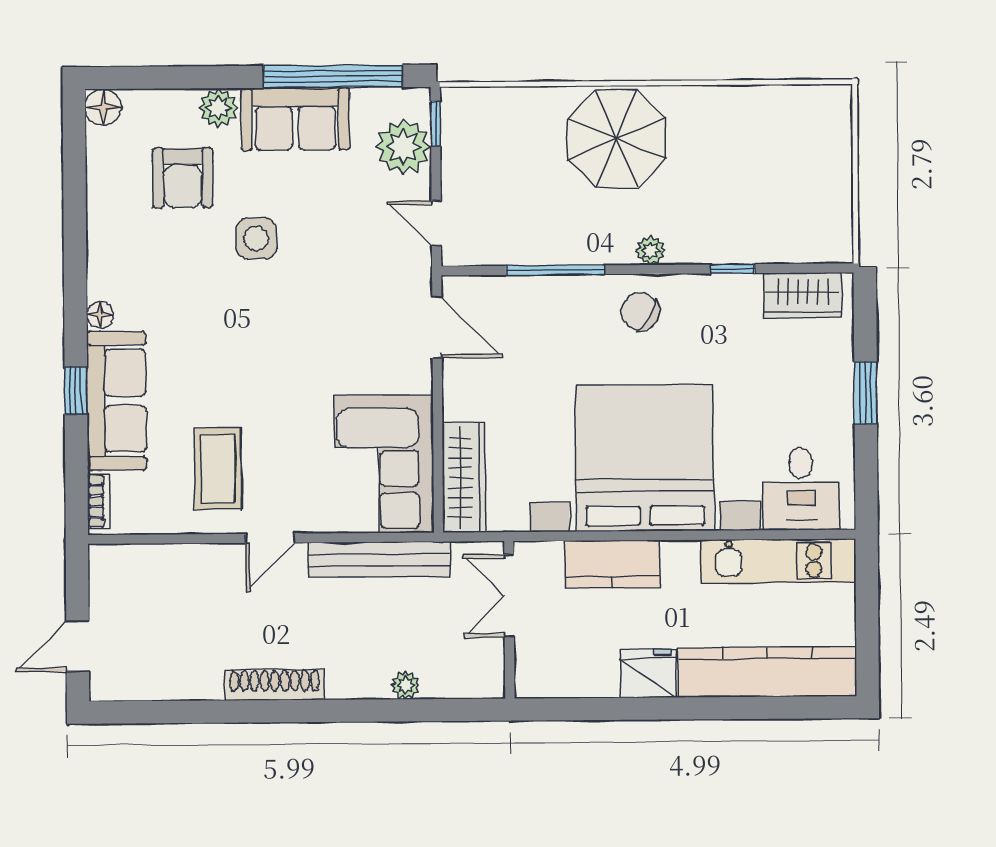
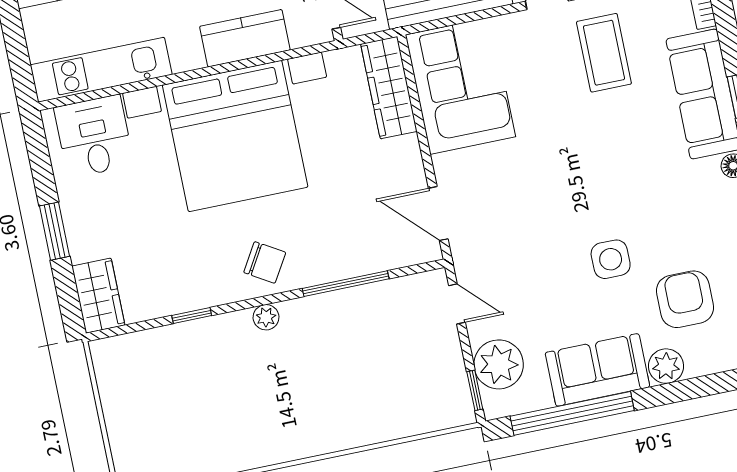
parasol: (617, 138) -> (315, 409), removed
wardrobe: (803, 295) -> (98, 296), moved, turned 90

